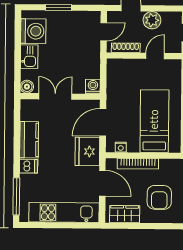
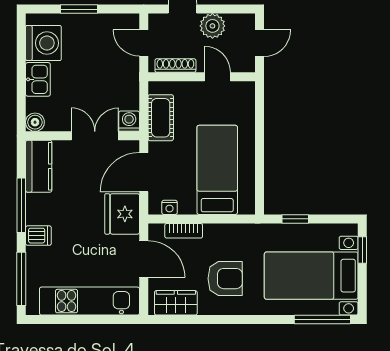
door: (104, 32) -> (144, 43), swing flipped
door: (155, 56) -> (217, 77), hinge flipped
cot: (115, 84) -> (161, 118), added
double door: (55, 96) -> (95, 136), moved
kitchen counter: (29, 140) -> (39, 166), moved
window: (17, 145) -> (21, 205), added
bookcase: (138, 164) -> (184, 231), width x0.64
armchair: (159, 197) -> (225, 279), turned -90

